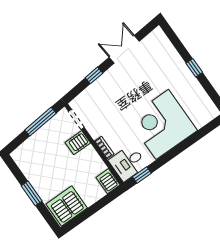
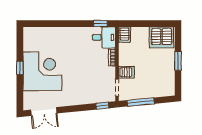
double door: (124, 49) -> (44, 112), moved
window: (94, 75) -> (102, 106), moved
corner desk: (162, 124) -> (43, 71), moved, turned -90

